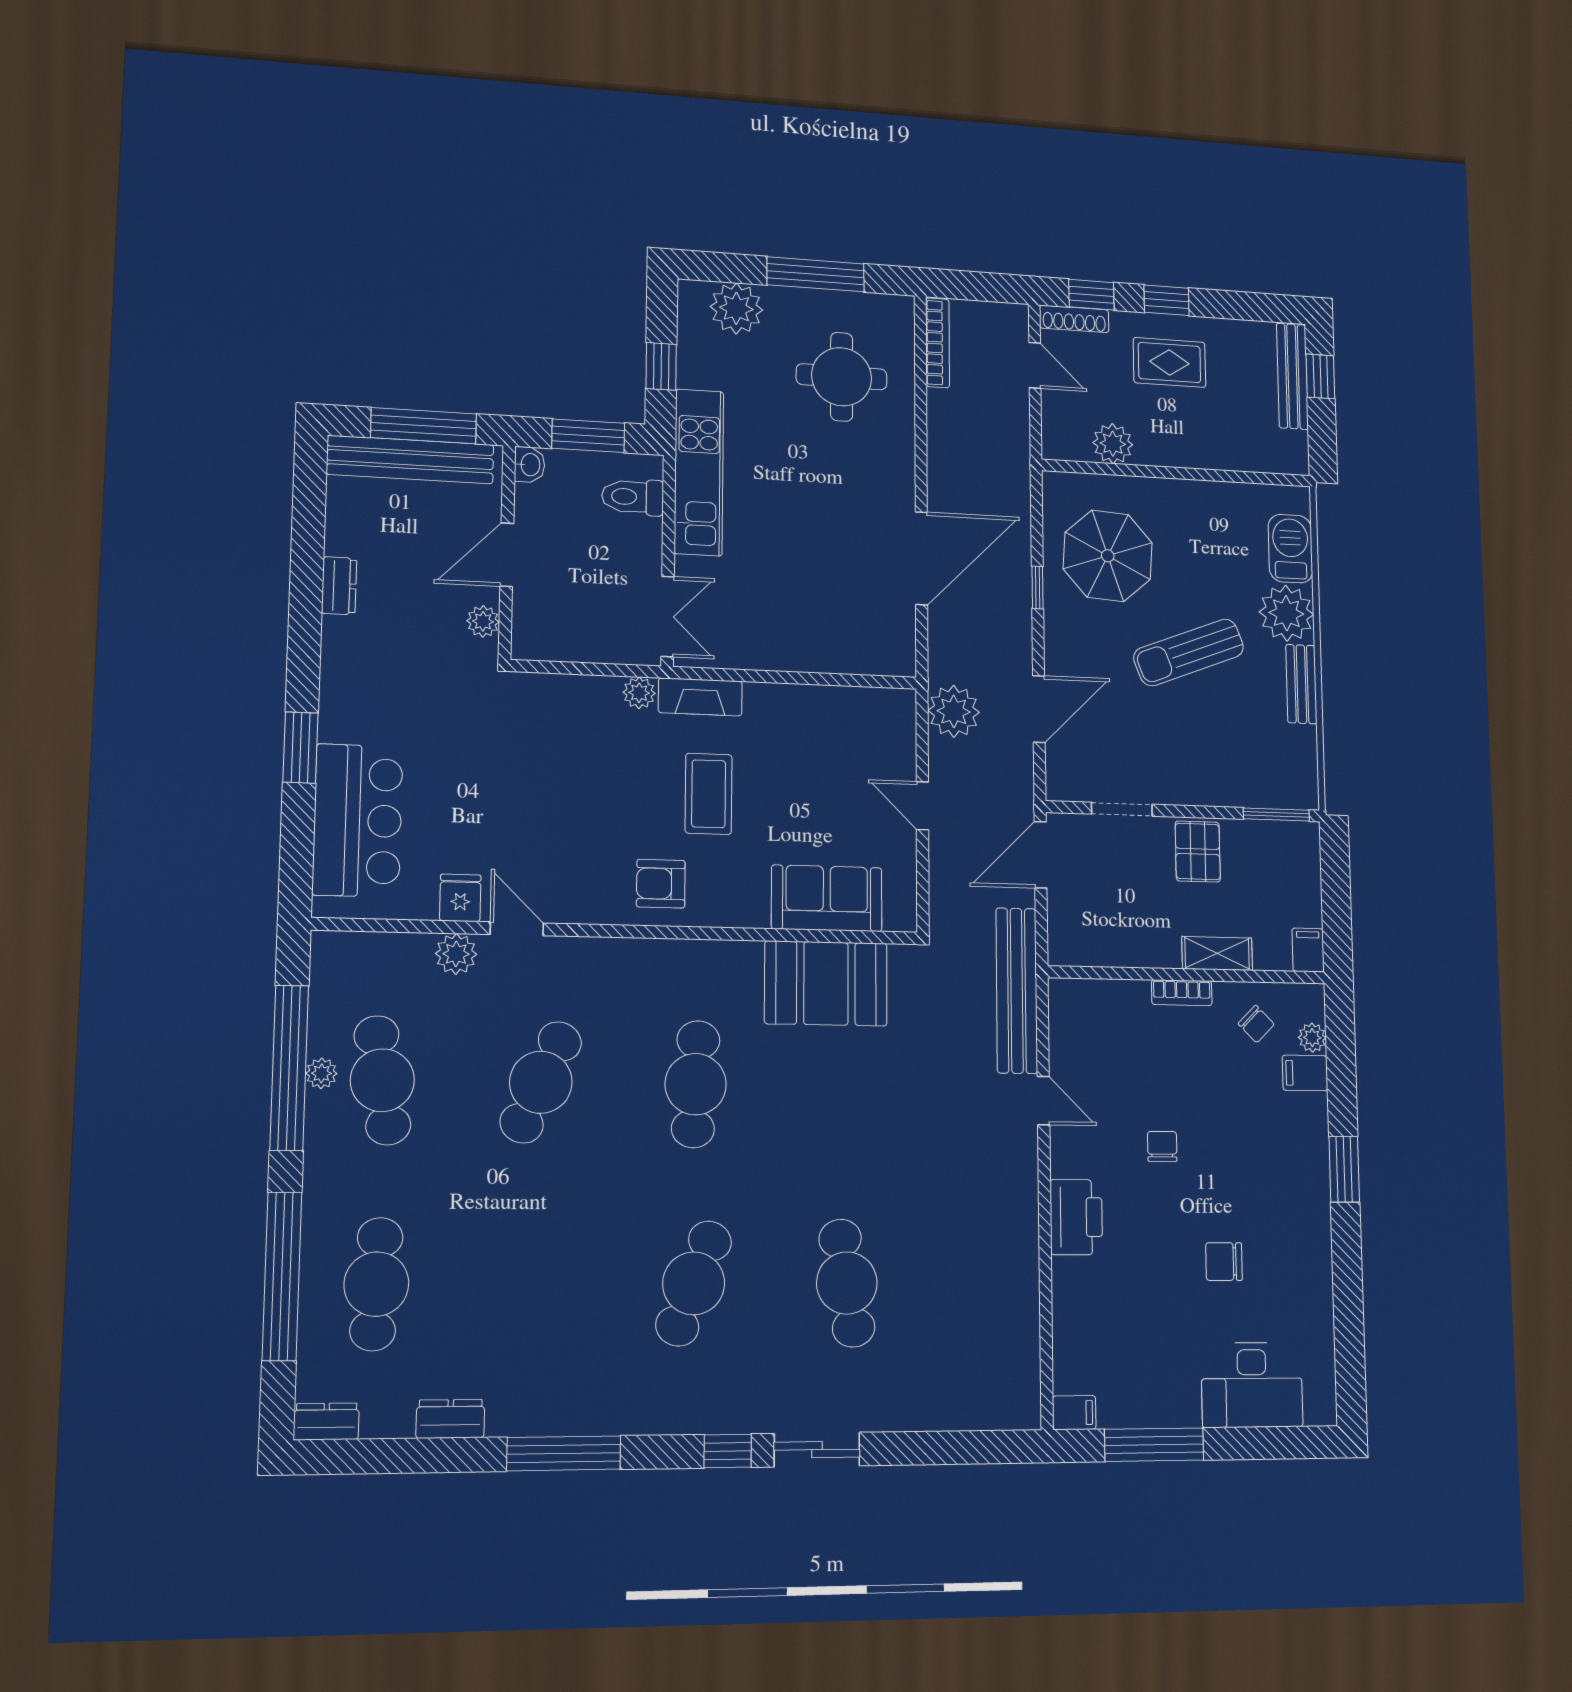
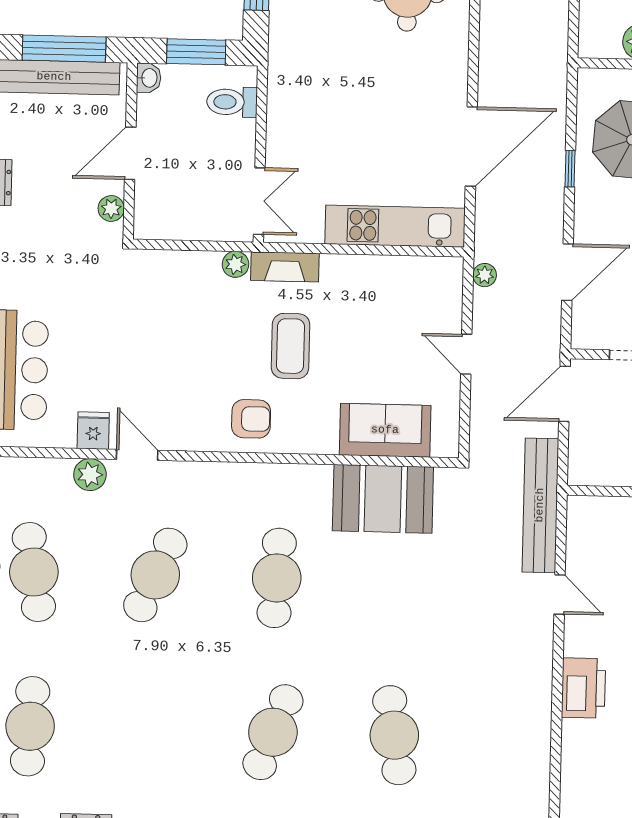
kitchen unit: (699, 472) -> (395, 226), moved, turned -90
plant: (954, 711) -> (485, 275), width x0.53, depth x0.53
armchair: (661, 884) -> (251, 419), turned 180

